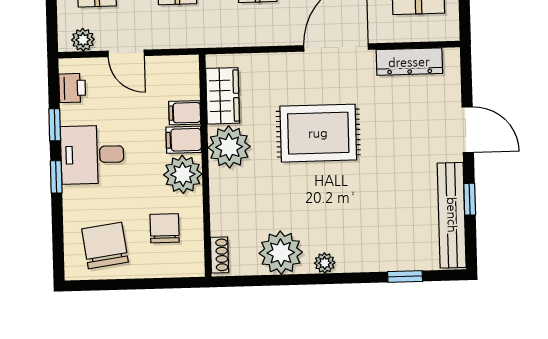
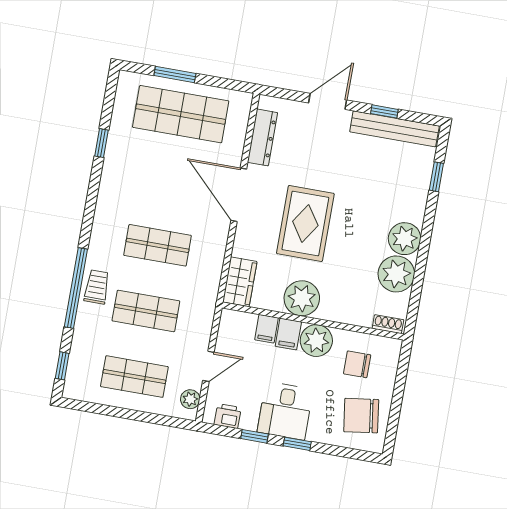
wardrobe: (223, 96) -> (240, 282), moved, turned 90
plant: (325, 263) -> (405, 239), width x1.88, depth x1.88

